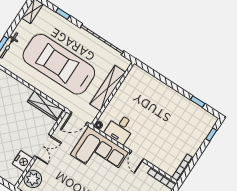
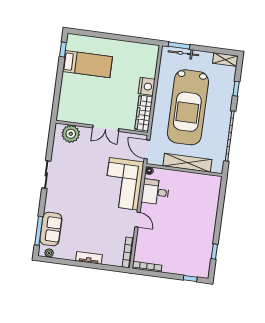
car: (59, 64) -> (188, 107), turned 180
door: (137, 156) -> (138, 220), swing flipped
nightstand: (23, 161) -> (147, 86), moved, turned -90

